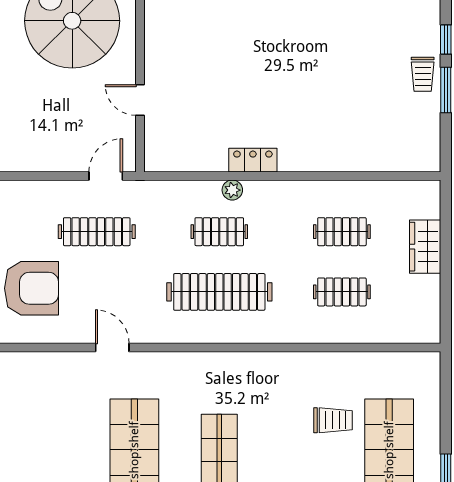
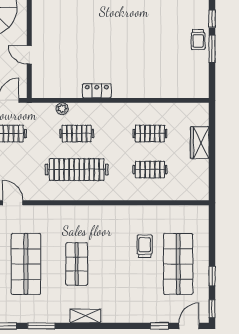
plant: (232, 190) -> (62, 109), moved
trolley: (333, 420) -> (145, 246), turned -90

